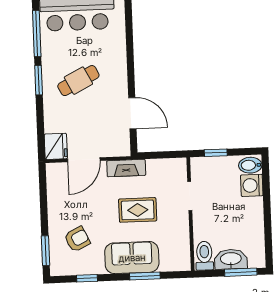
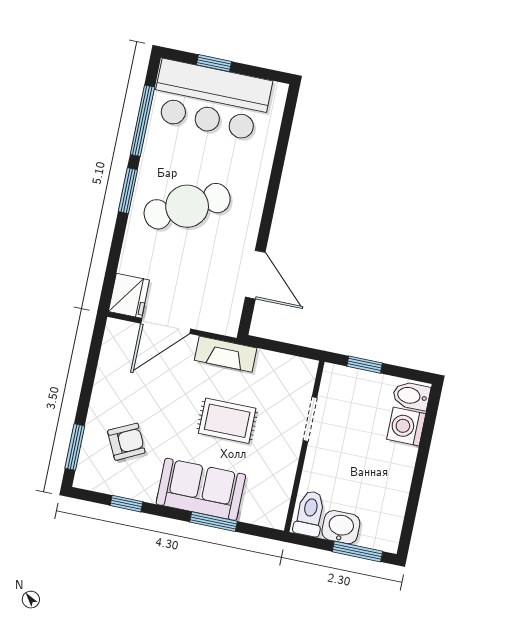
cafe table: (78, 81) -> (187, 206), width x1.37, depth x1.35
washbasin: (231, 259) -> (341, 527), width x0.72

